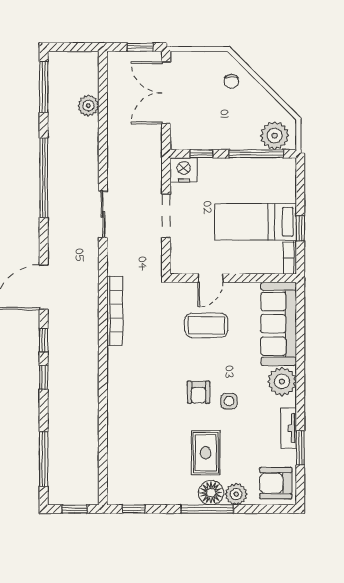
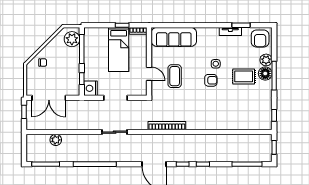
plant: (282, 381) -> (205, 35), removed

